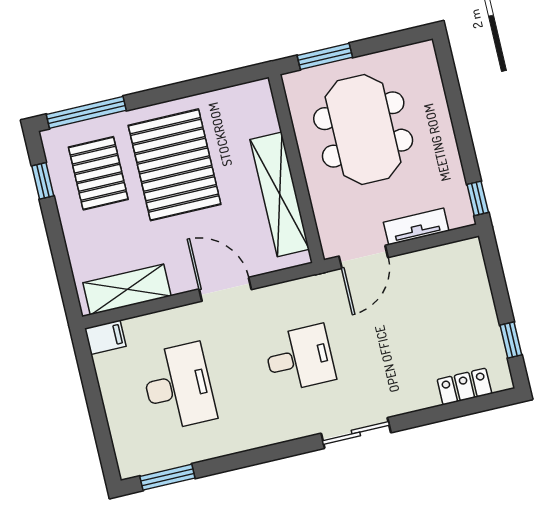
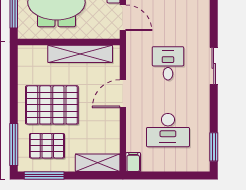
window: (43, 181) -> (44, 176), width x2.17
shelving: (127, 289) -> (98, 163), moved, turned 90
desk: (178, 387) -> (168, 130), turned 180
sliding door: (356, 433) -> (214, 66), moved

